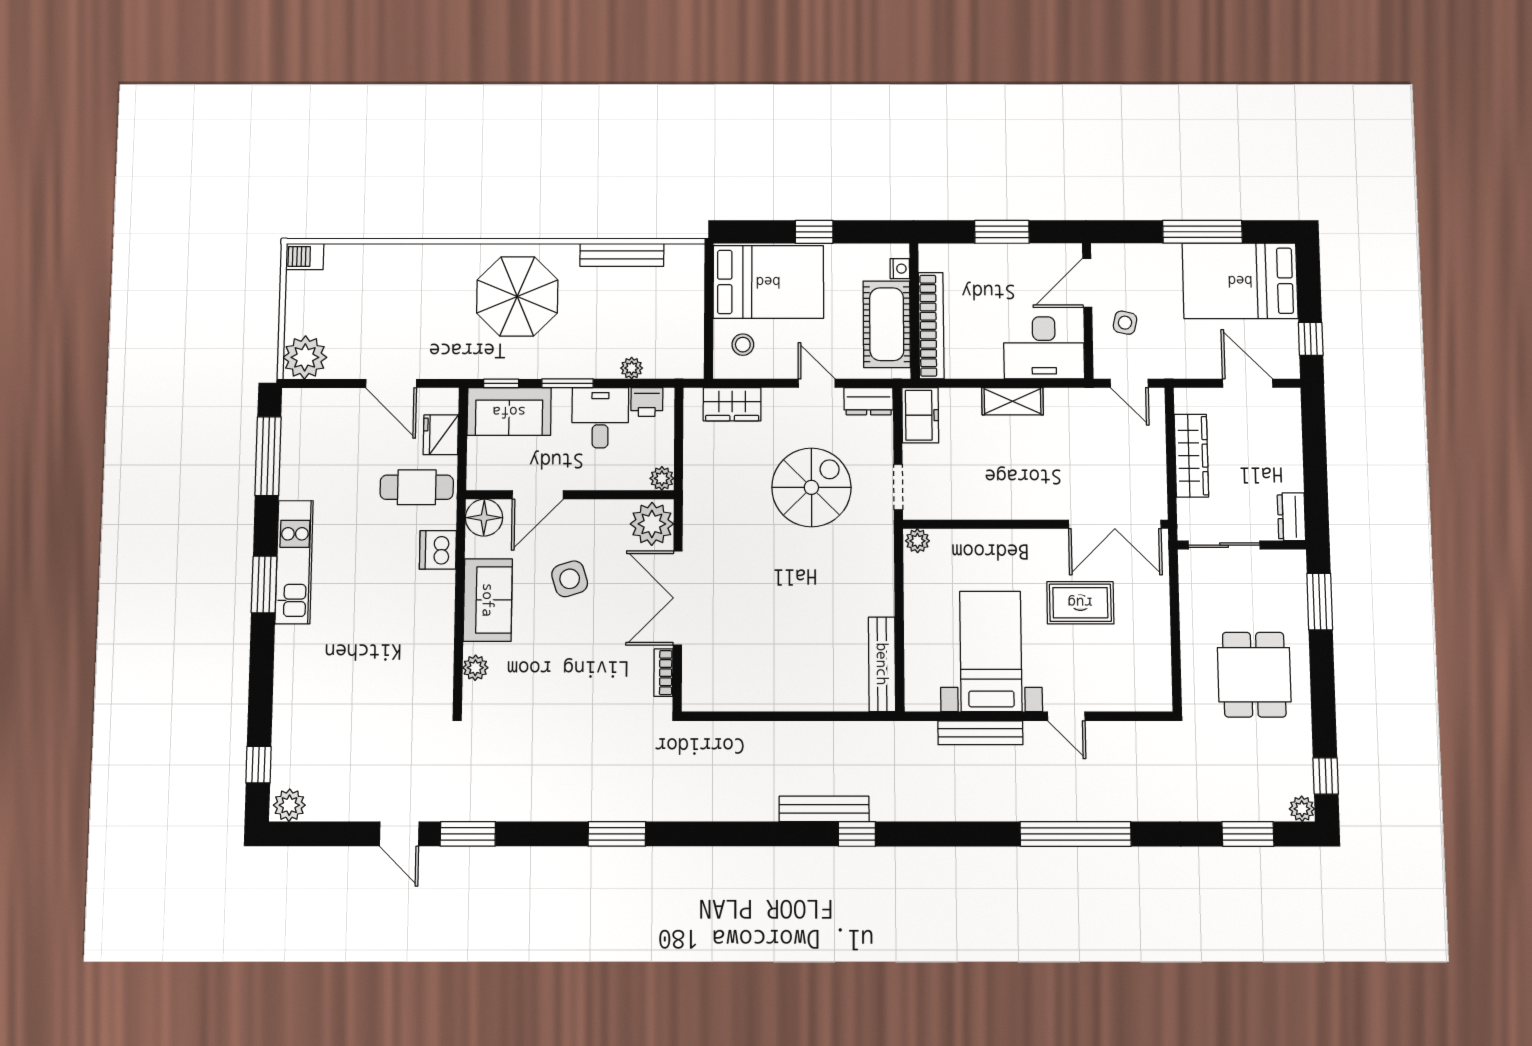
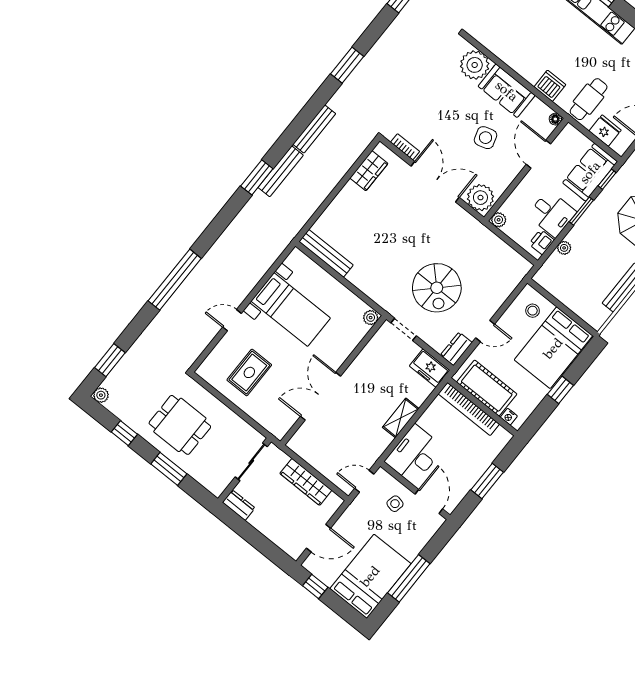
wardrobe: (732, 404) -> (369, 171), moved, turned 180
floor lamp: (484, 518) -> (555, 119), width x0.53, depth x0.53
double door: (1115, 524) -> (320, 396), moved
window: (1320, 602) -> (169, 469), moved
rug: (1080, 603) -> (249, 372), moved
plant: (475, 668) -> (475, 65), width x1.87, depth x1.87
bench: (980, 733) -> (314, 129), moved
window: (1326, 776) -> (124, 433), moved
window: (857, 834) -> (257, 177), width x1.50

